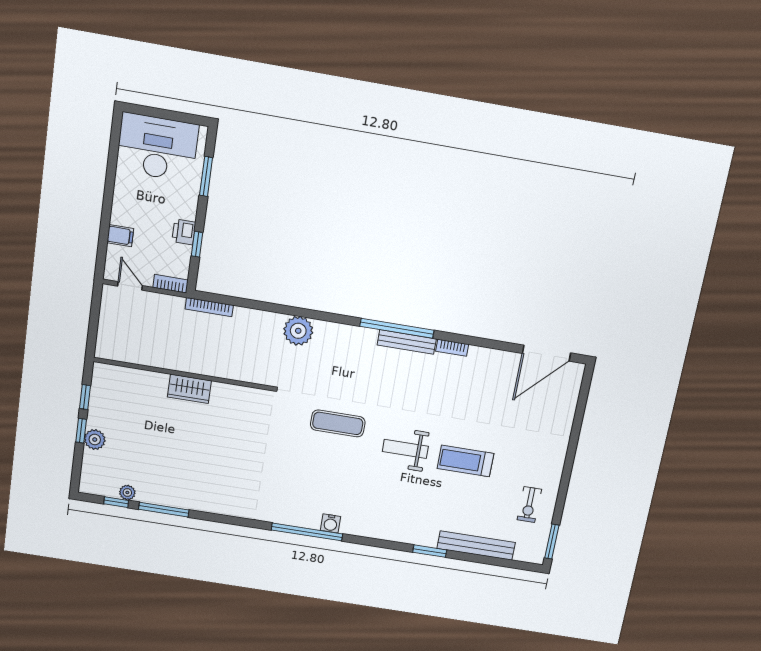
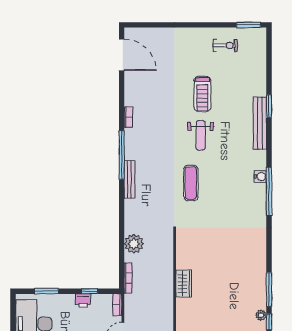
plant: (298, 331) -> (134, 244), moved
bench: (407, 342) -> (129, 180), moved
bench: (476, 545) -> (260, 123), moved

